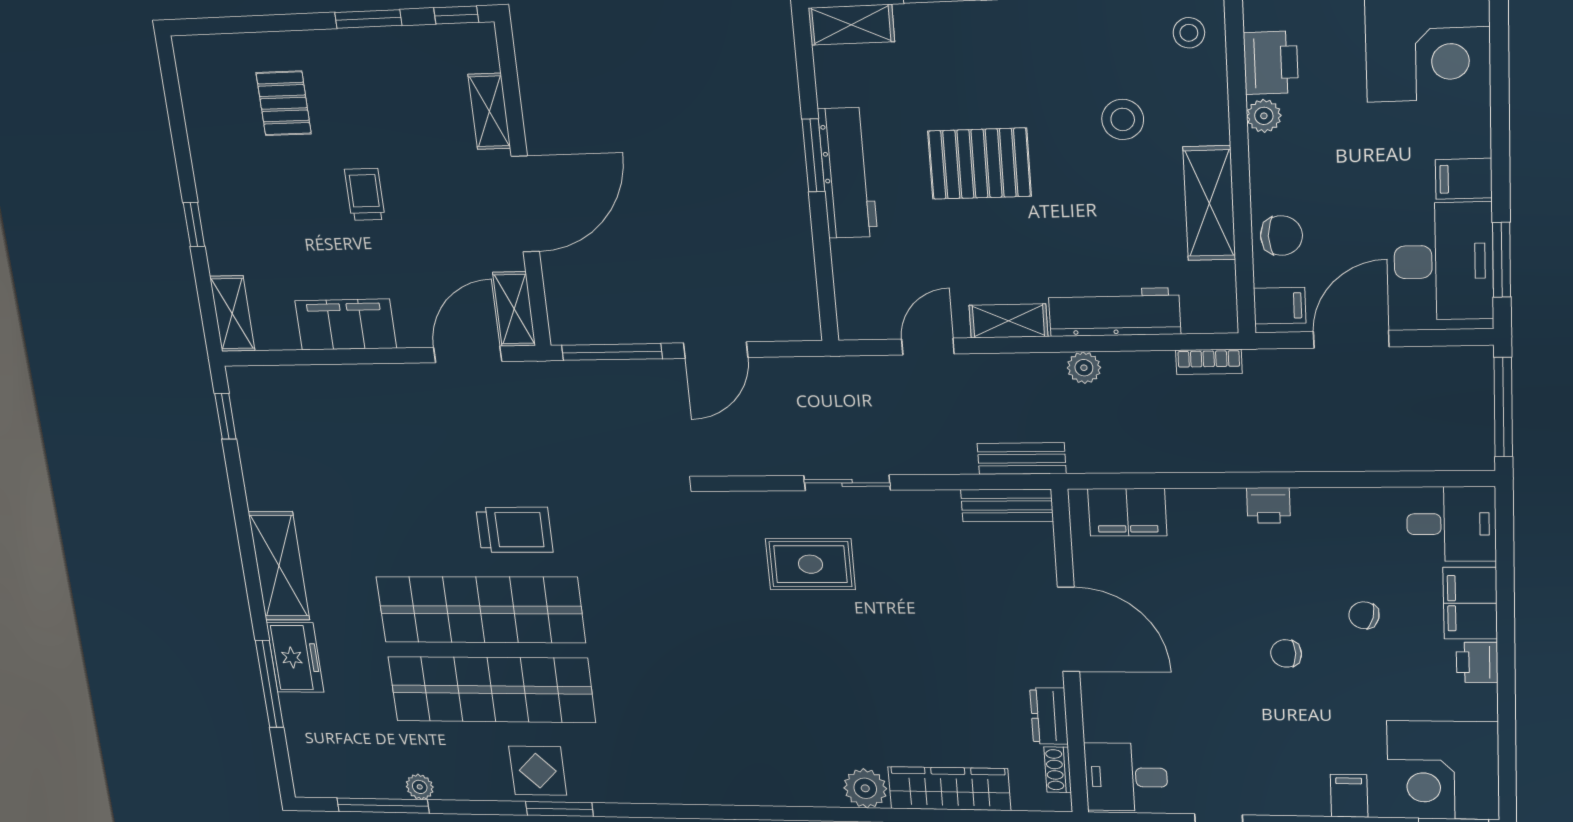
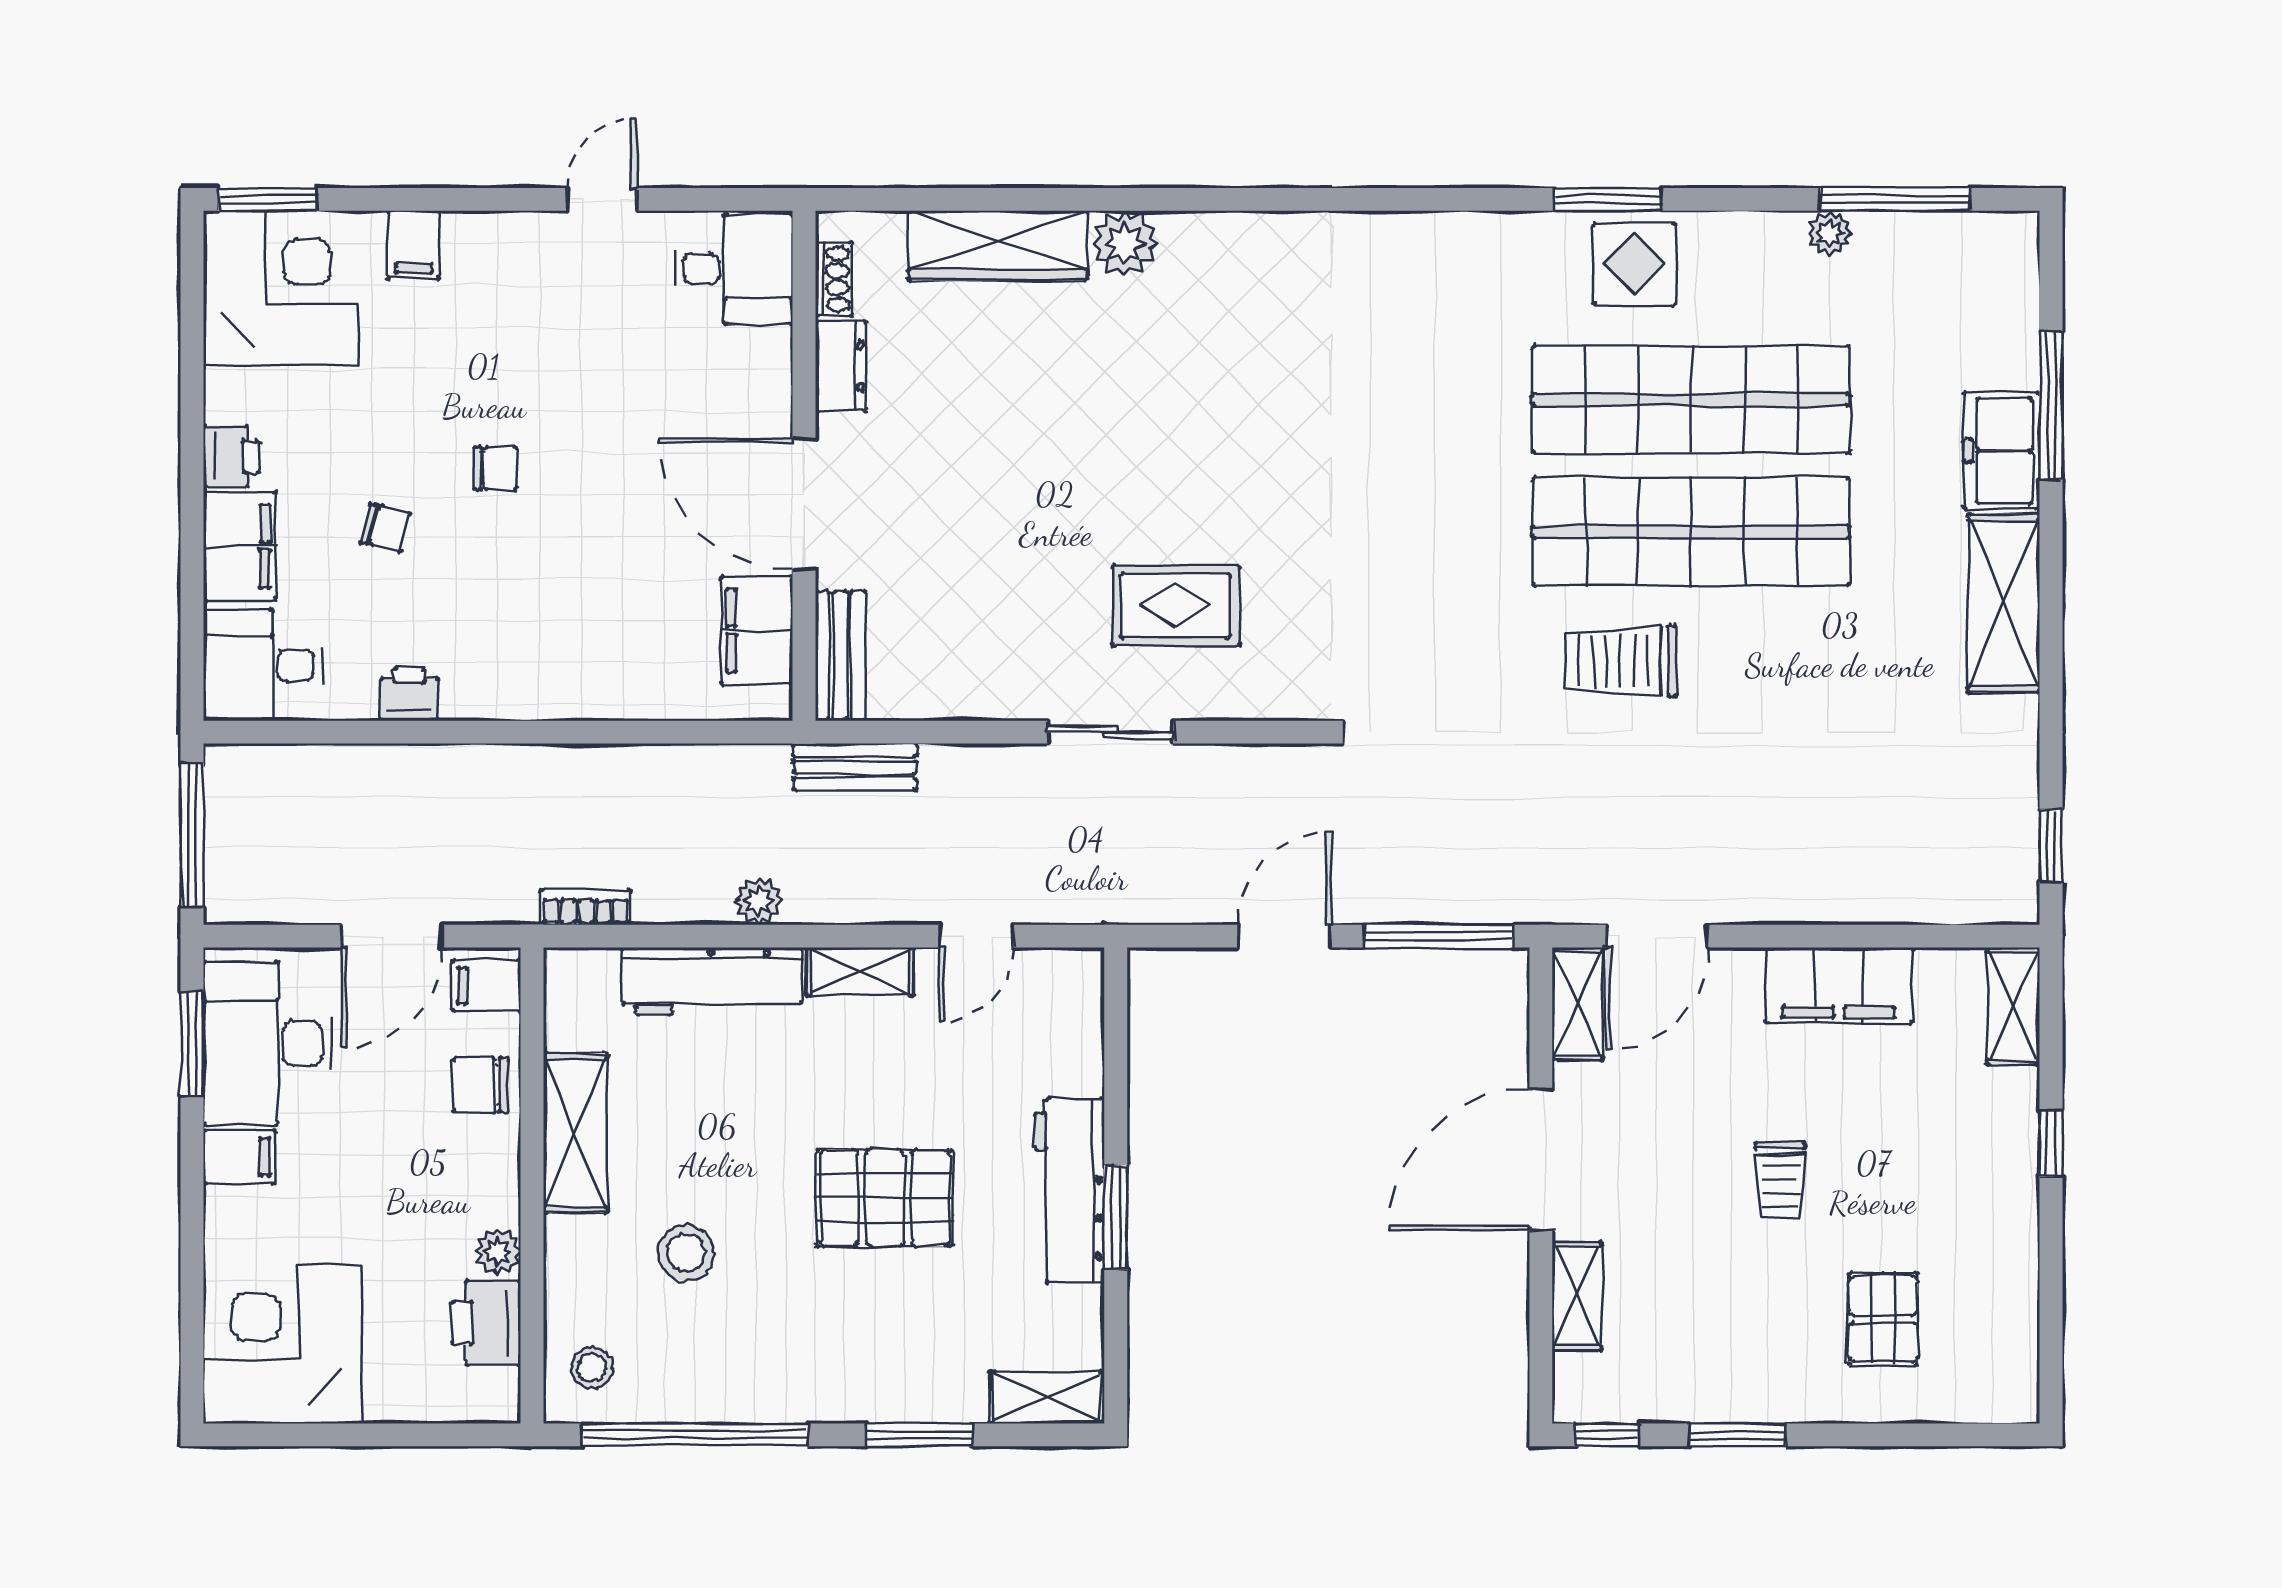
bench: (1007, 505) -> (840, 656), moved, turned 90
printer: (1268, 505) -> (409, 694), moved
filing cabinet: (1127, 512) -> (757, 630), moved, turned -90

